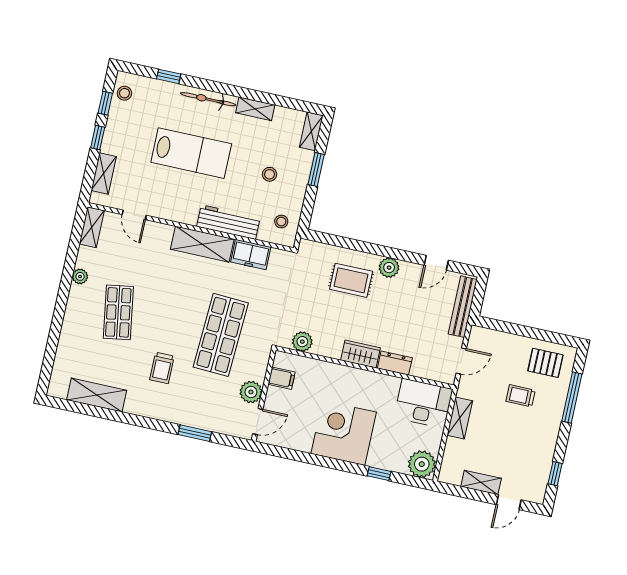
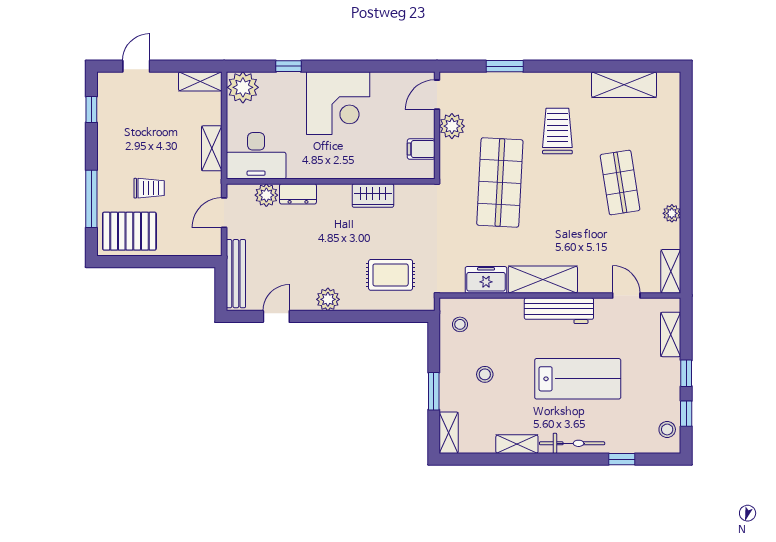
lab bench: (191, 153) -> (578, 379), turned 180
workbench: (228, 222) -> (559, 311), moved
rug: (351, 280) -> (391, 275), moved
plant: (302, 342) -> (266, 195), moved
wardrobe: (361, 354) -> (373, 196), moved
pallet: (545, 363) -> (129, 231), width x1.50, depth x1.42
trolley: (162, 368) -> (557, 131), width x1.36, depth x1.39
shelving: (481, 482) -> (200, 81), moved

